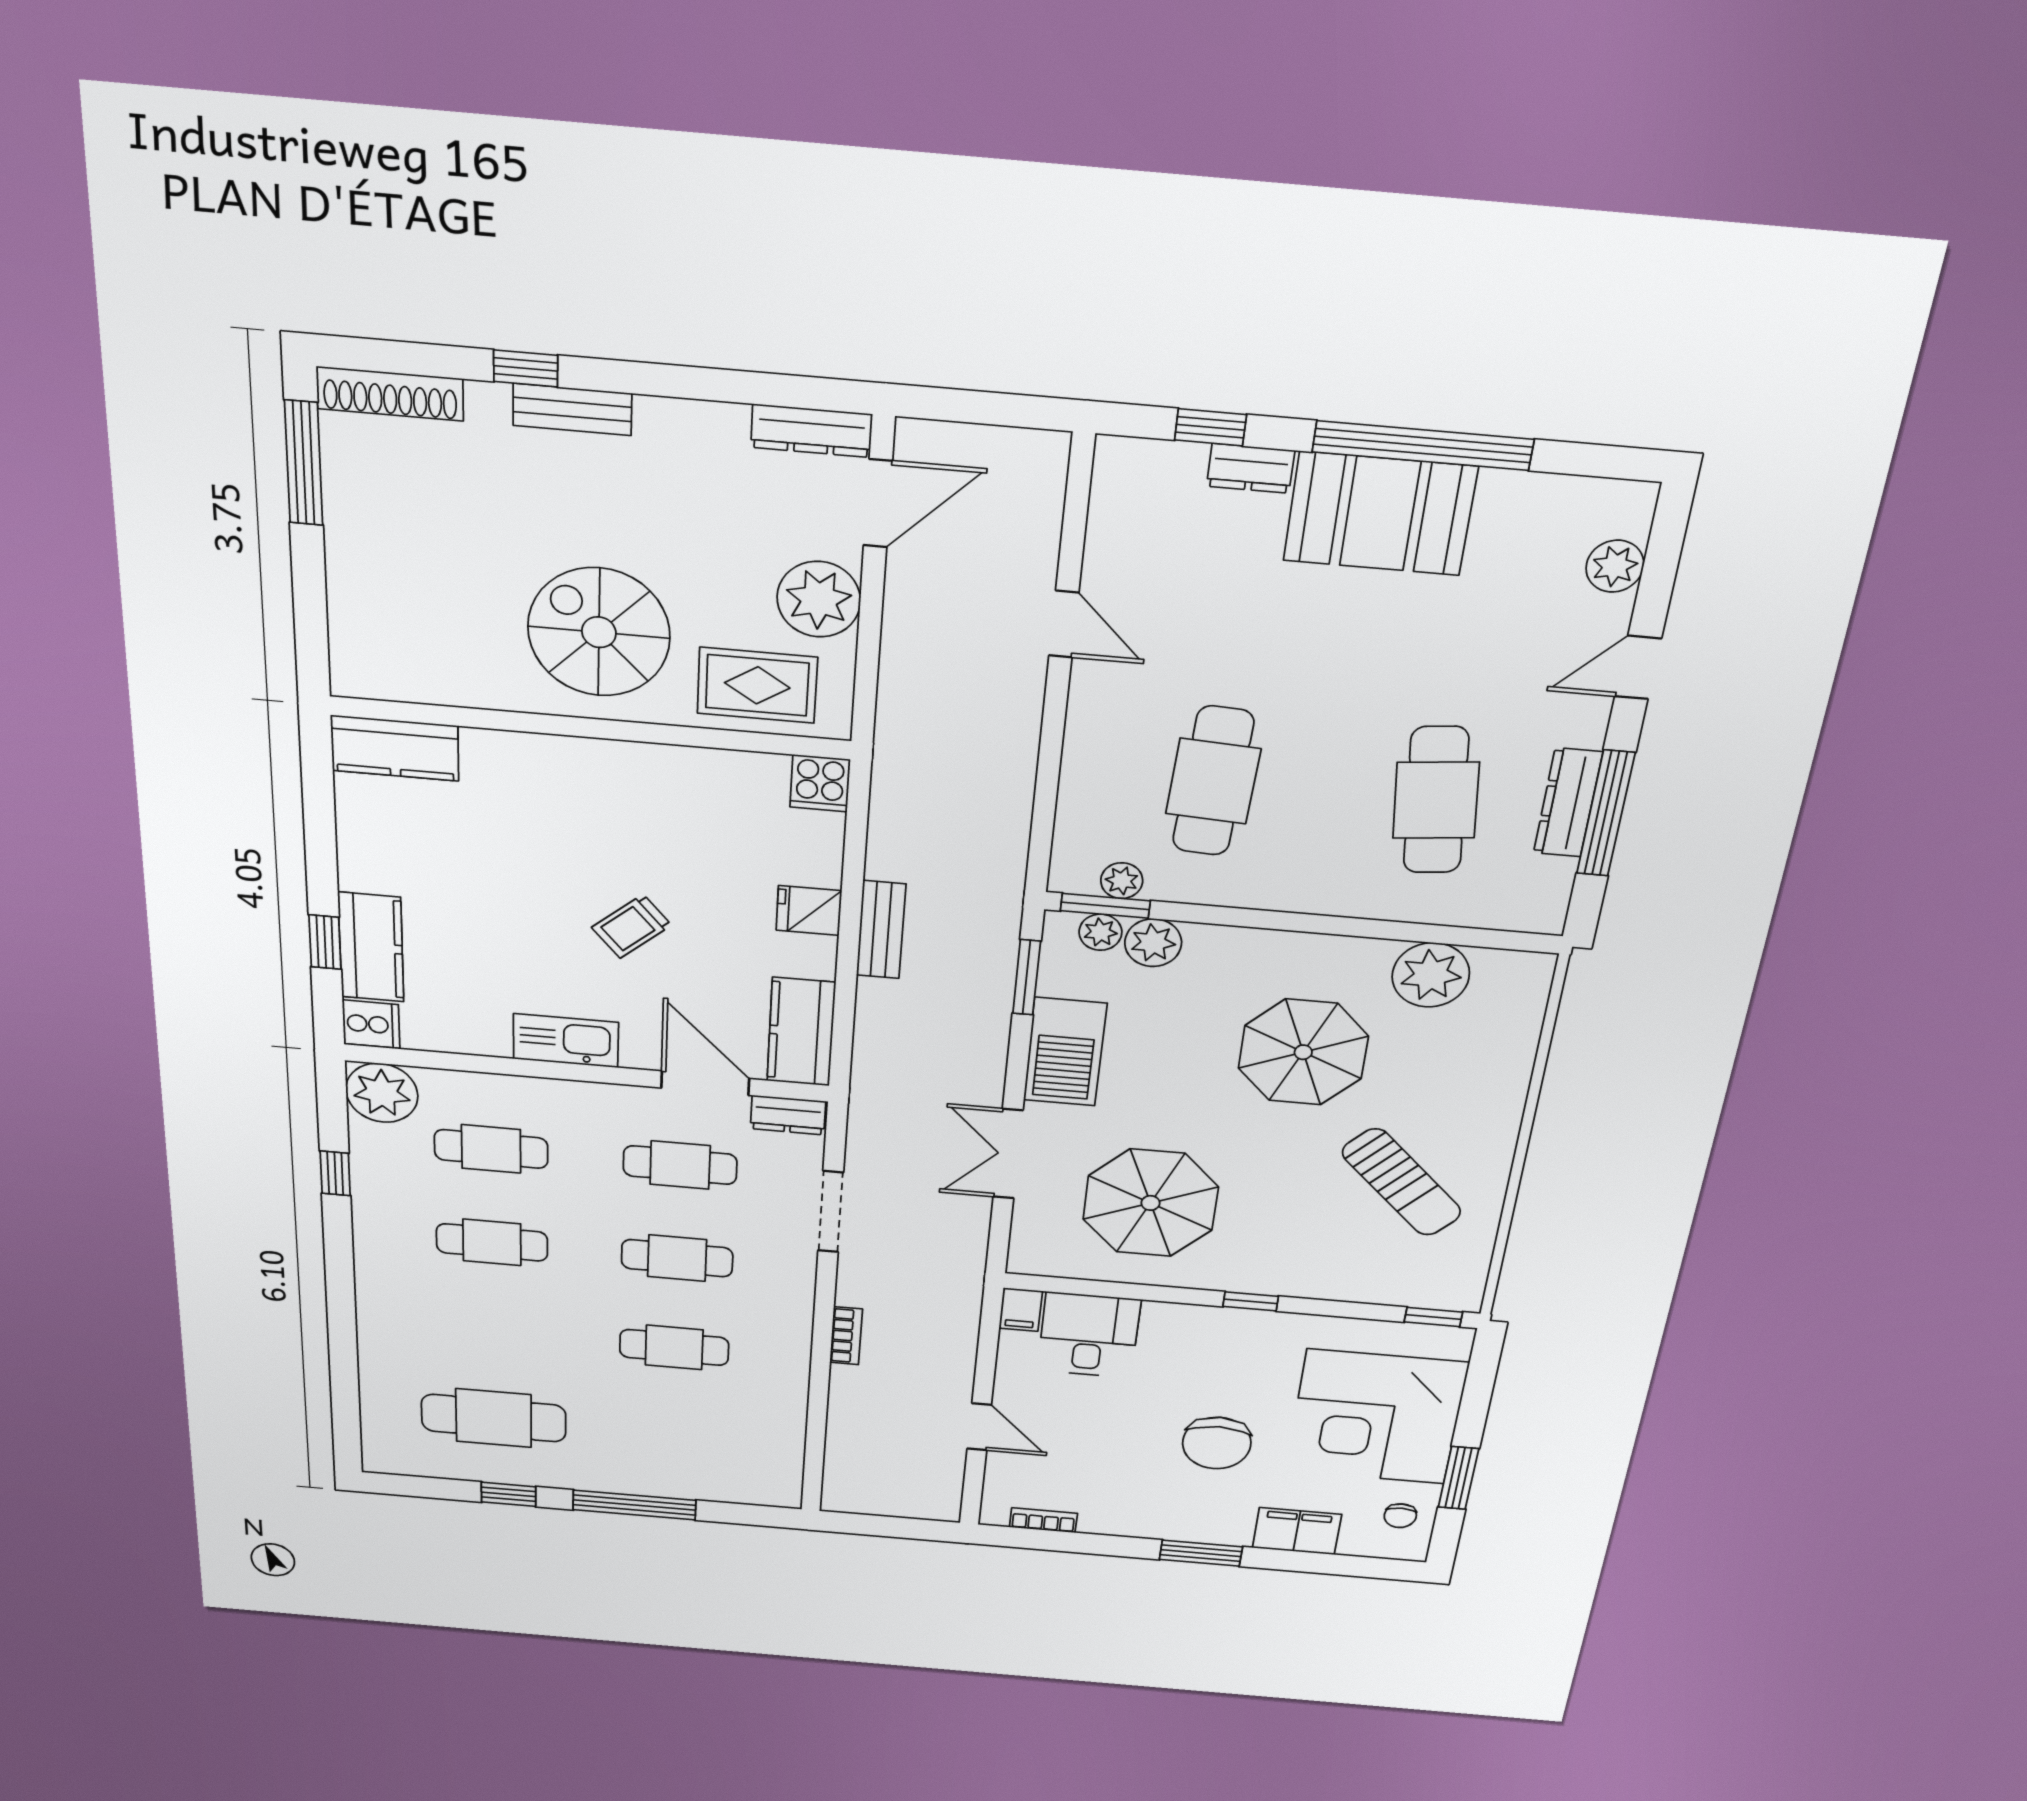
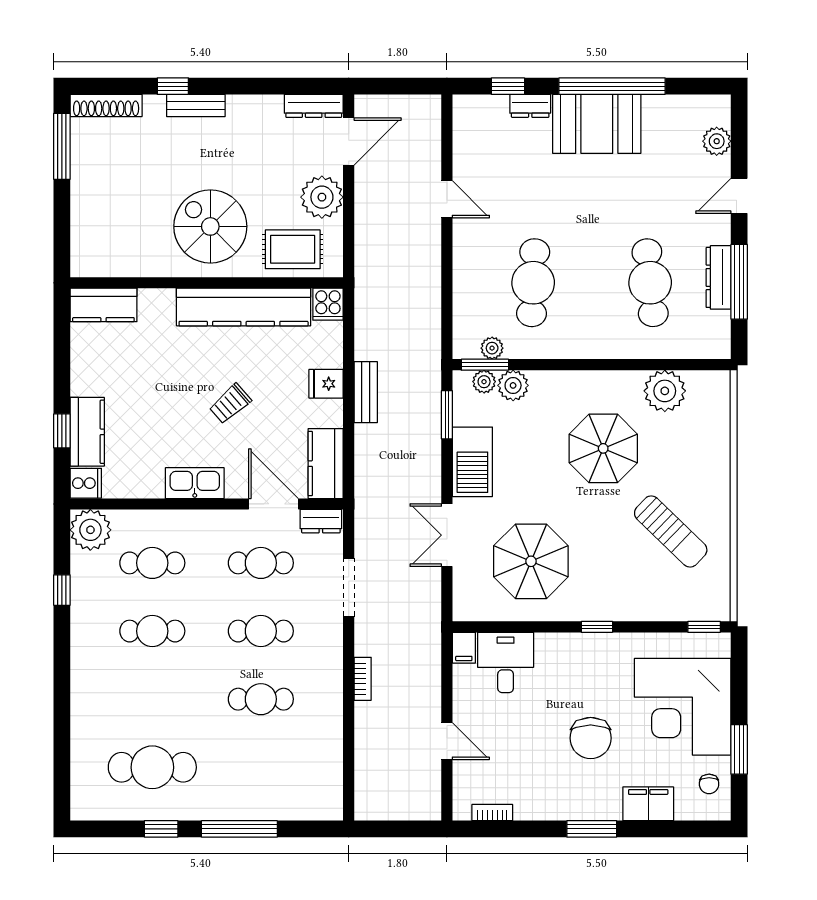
kitchen counter: (660, 774) -> (244, 307), added

